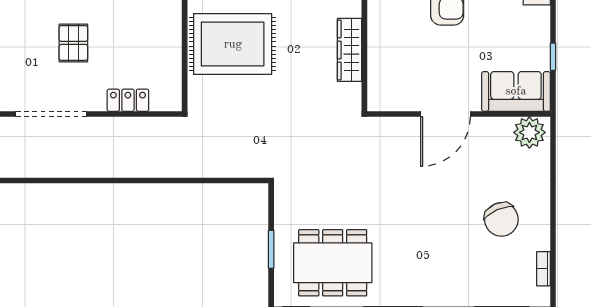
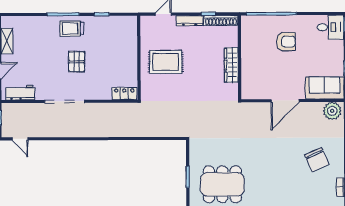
rug: (233, 44) -> (166, 62), width x0.73, depth x0.69
locker: (128, 100) -> (124, 94), moved

